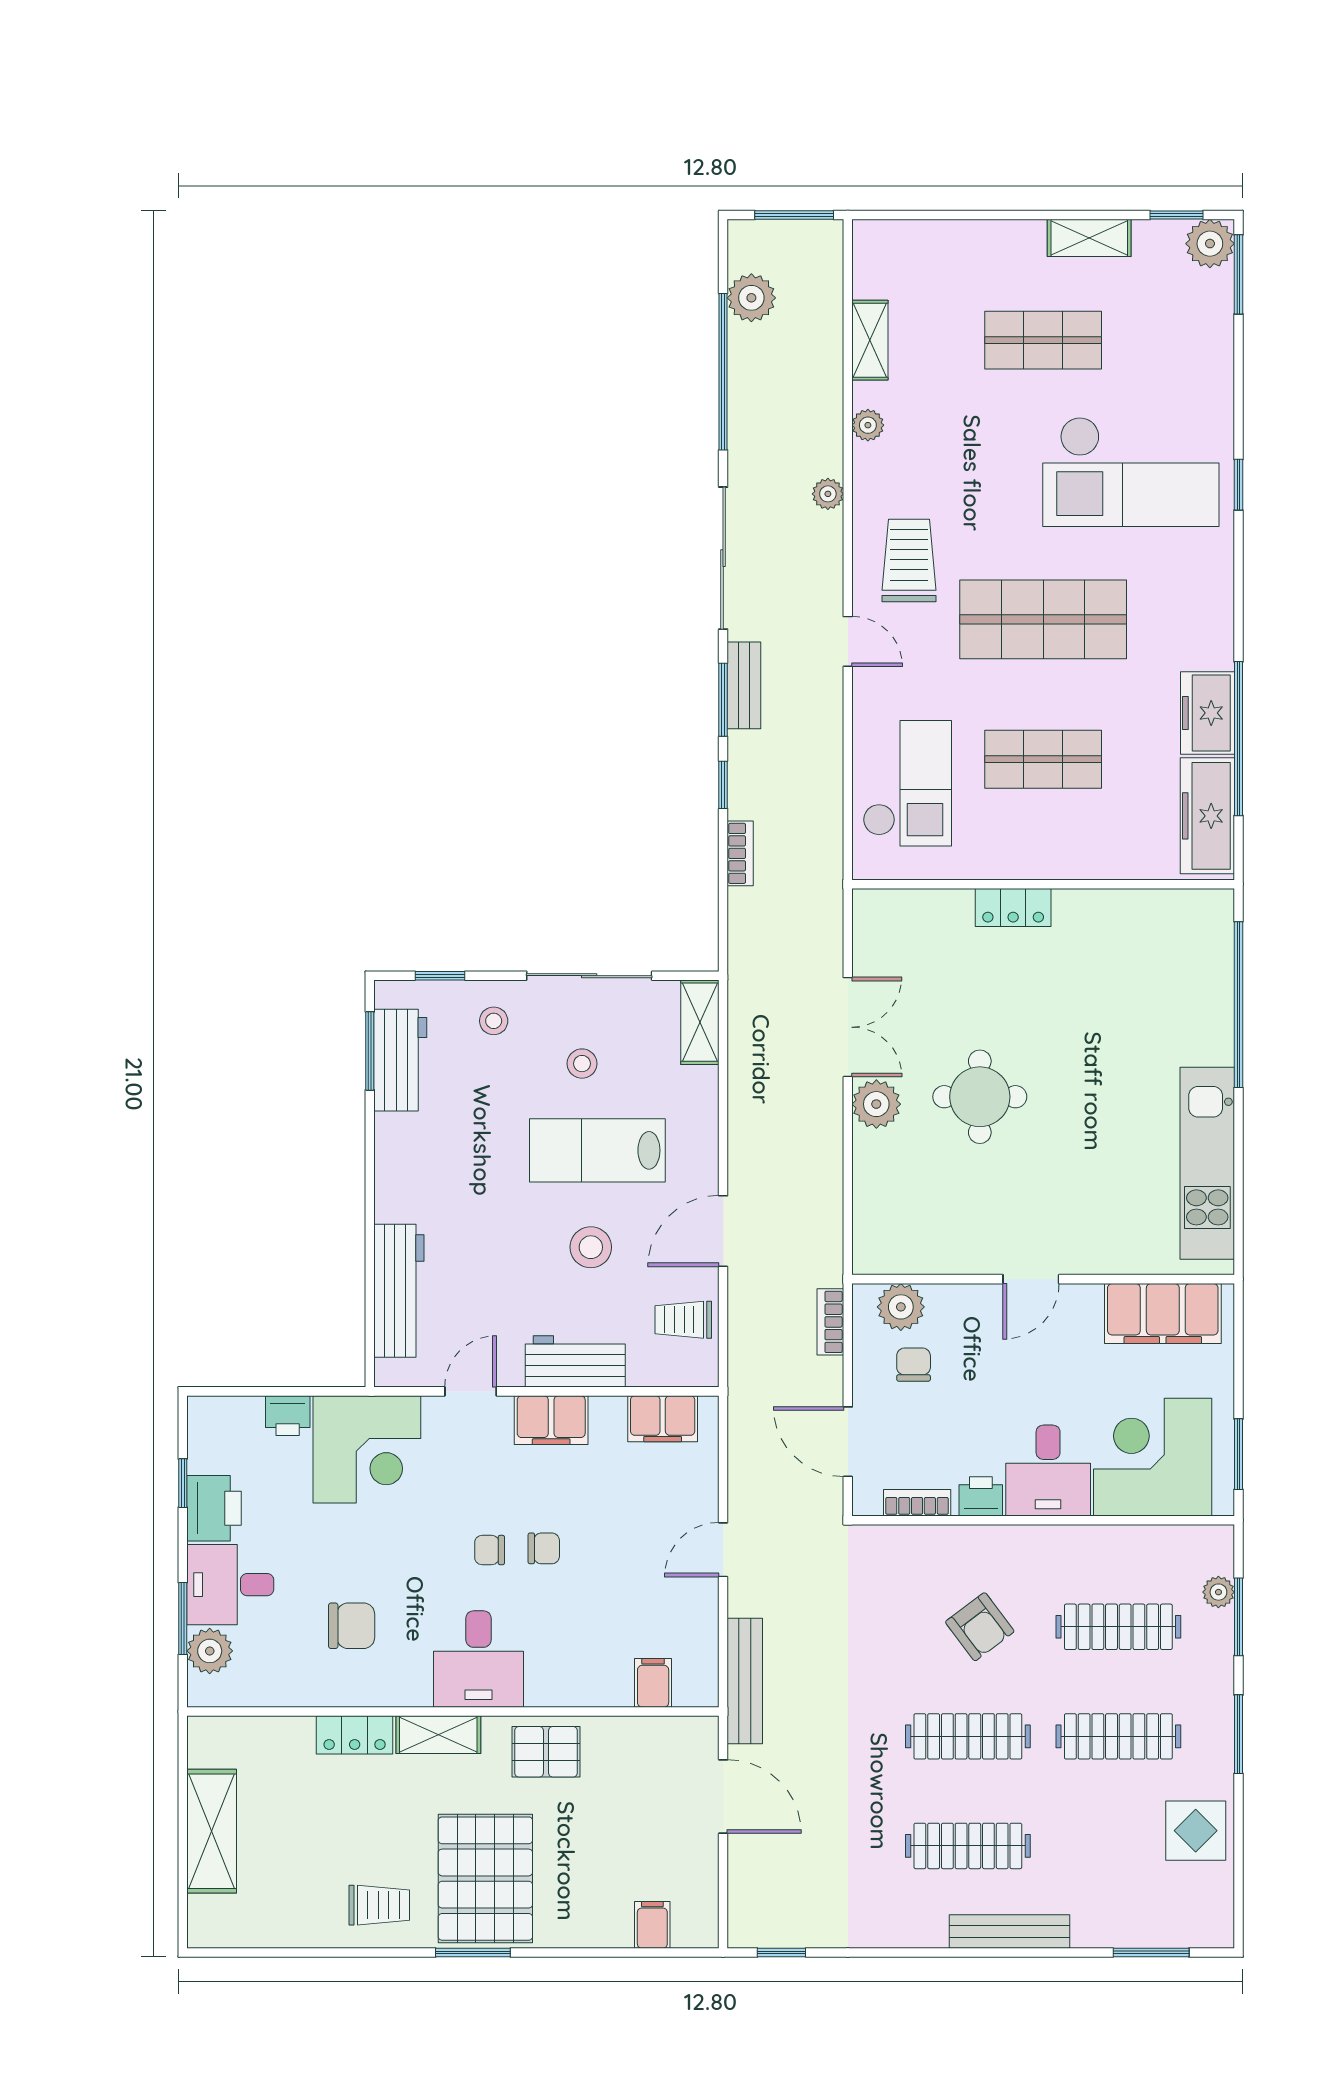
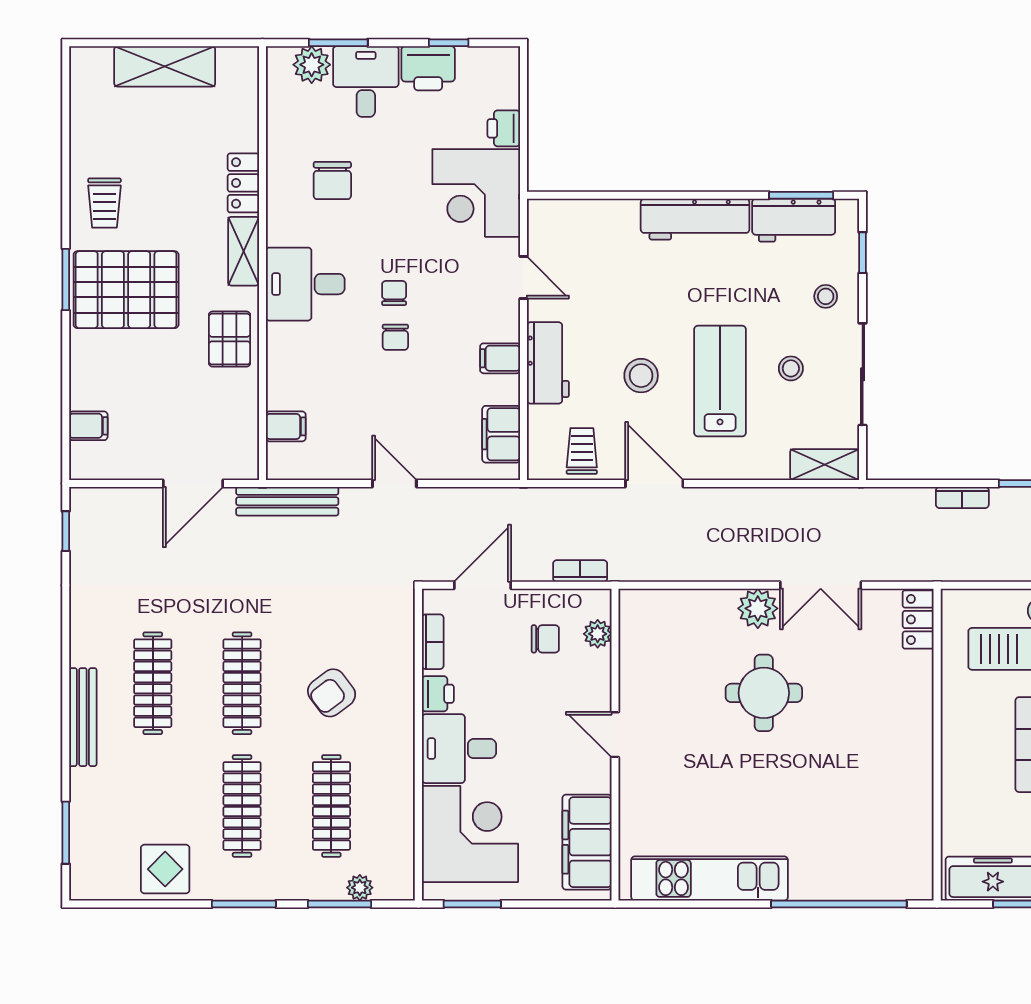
locker: (1013, 908) -> (918, 619), moved
workbench: (399, 1291) -> (695, 219), moved
plant: (901, 1307) -> (598, 634), width x0.73, depth x0.73
filing cabinet: (551, 1420) -> (500, 358), width x0.50

